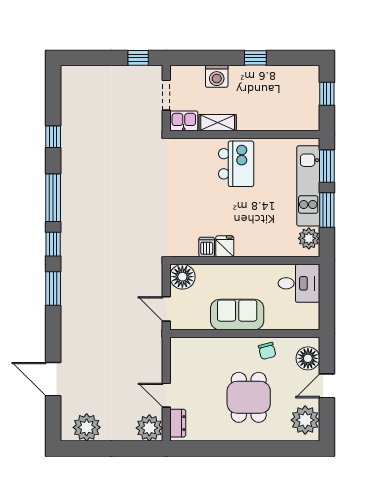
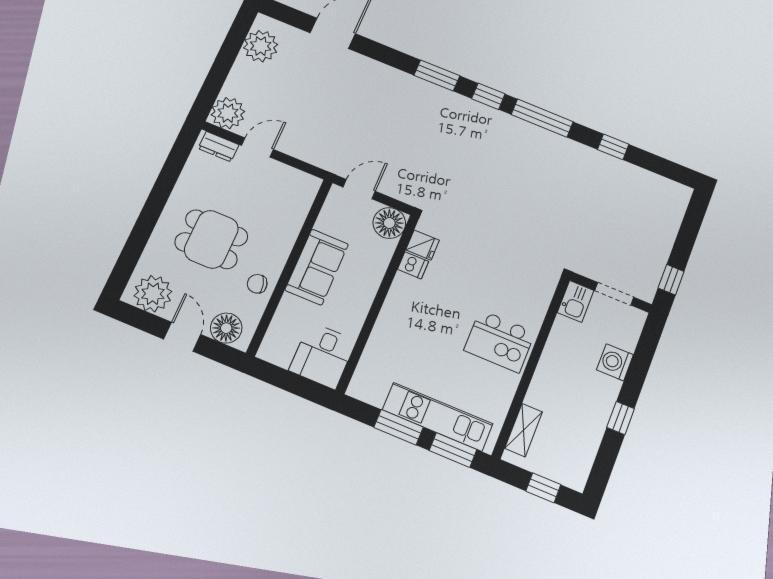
shelving: (218, 123) -> (524, 430), moved
plant: (309, 238) -> (373, 391), removed
fridge: (225, 246) -> (423, 245), moved

